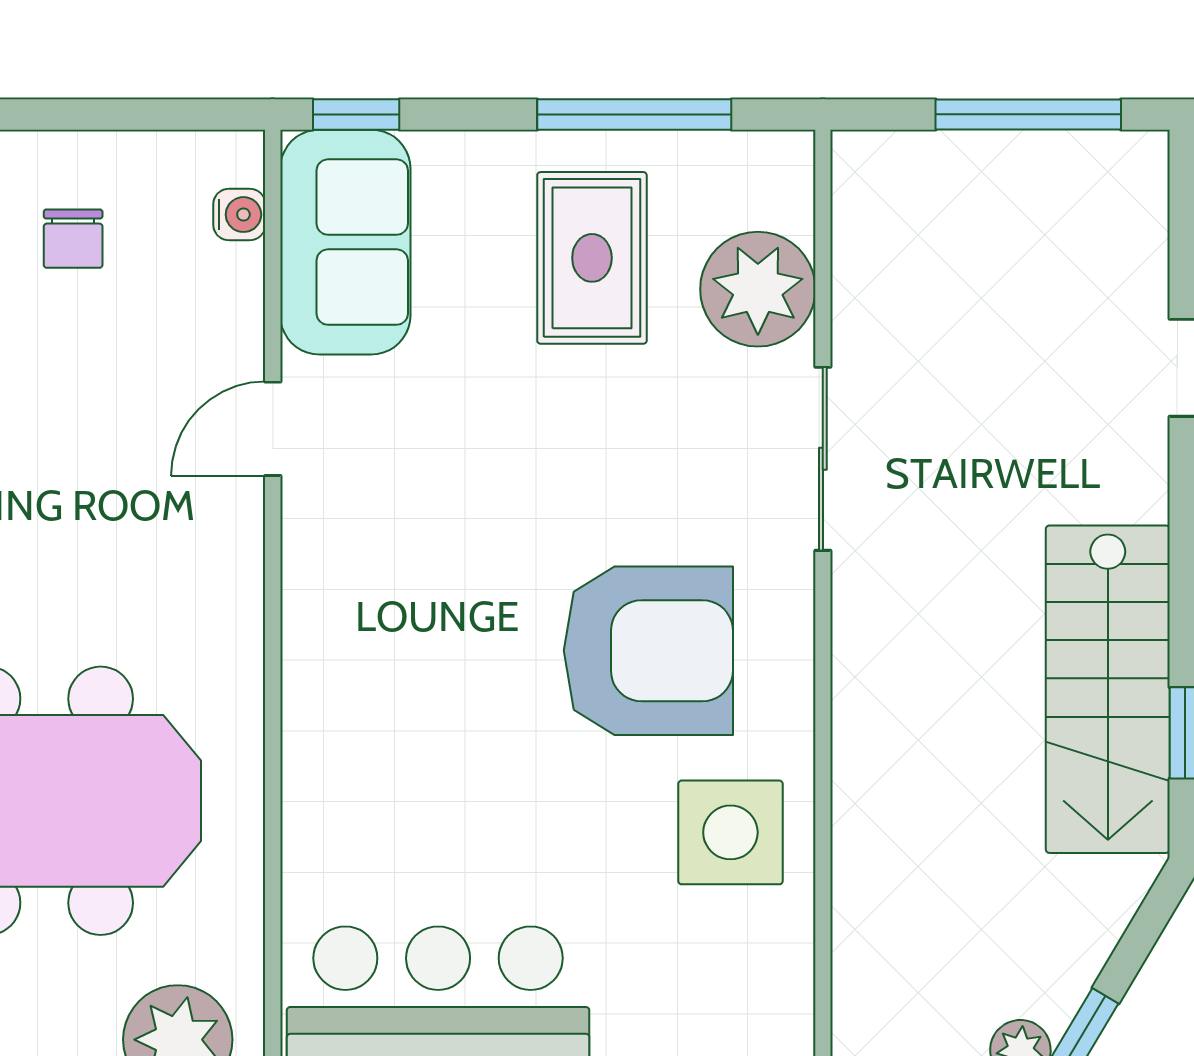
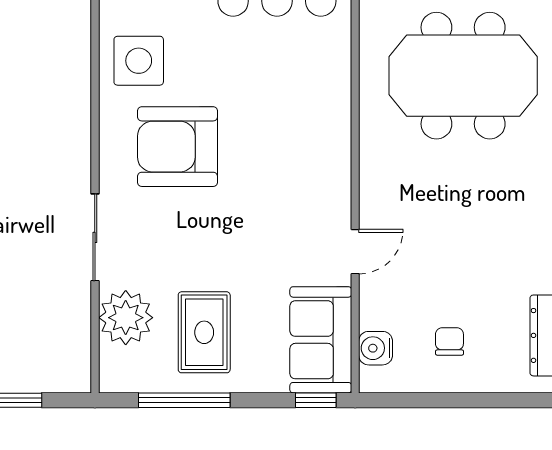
water cooler: (239, 215) -> (376, 348), width x1.38, depth x1.38

